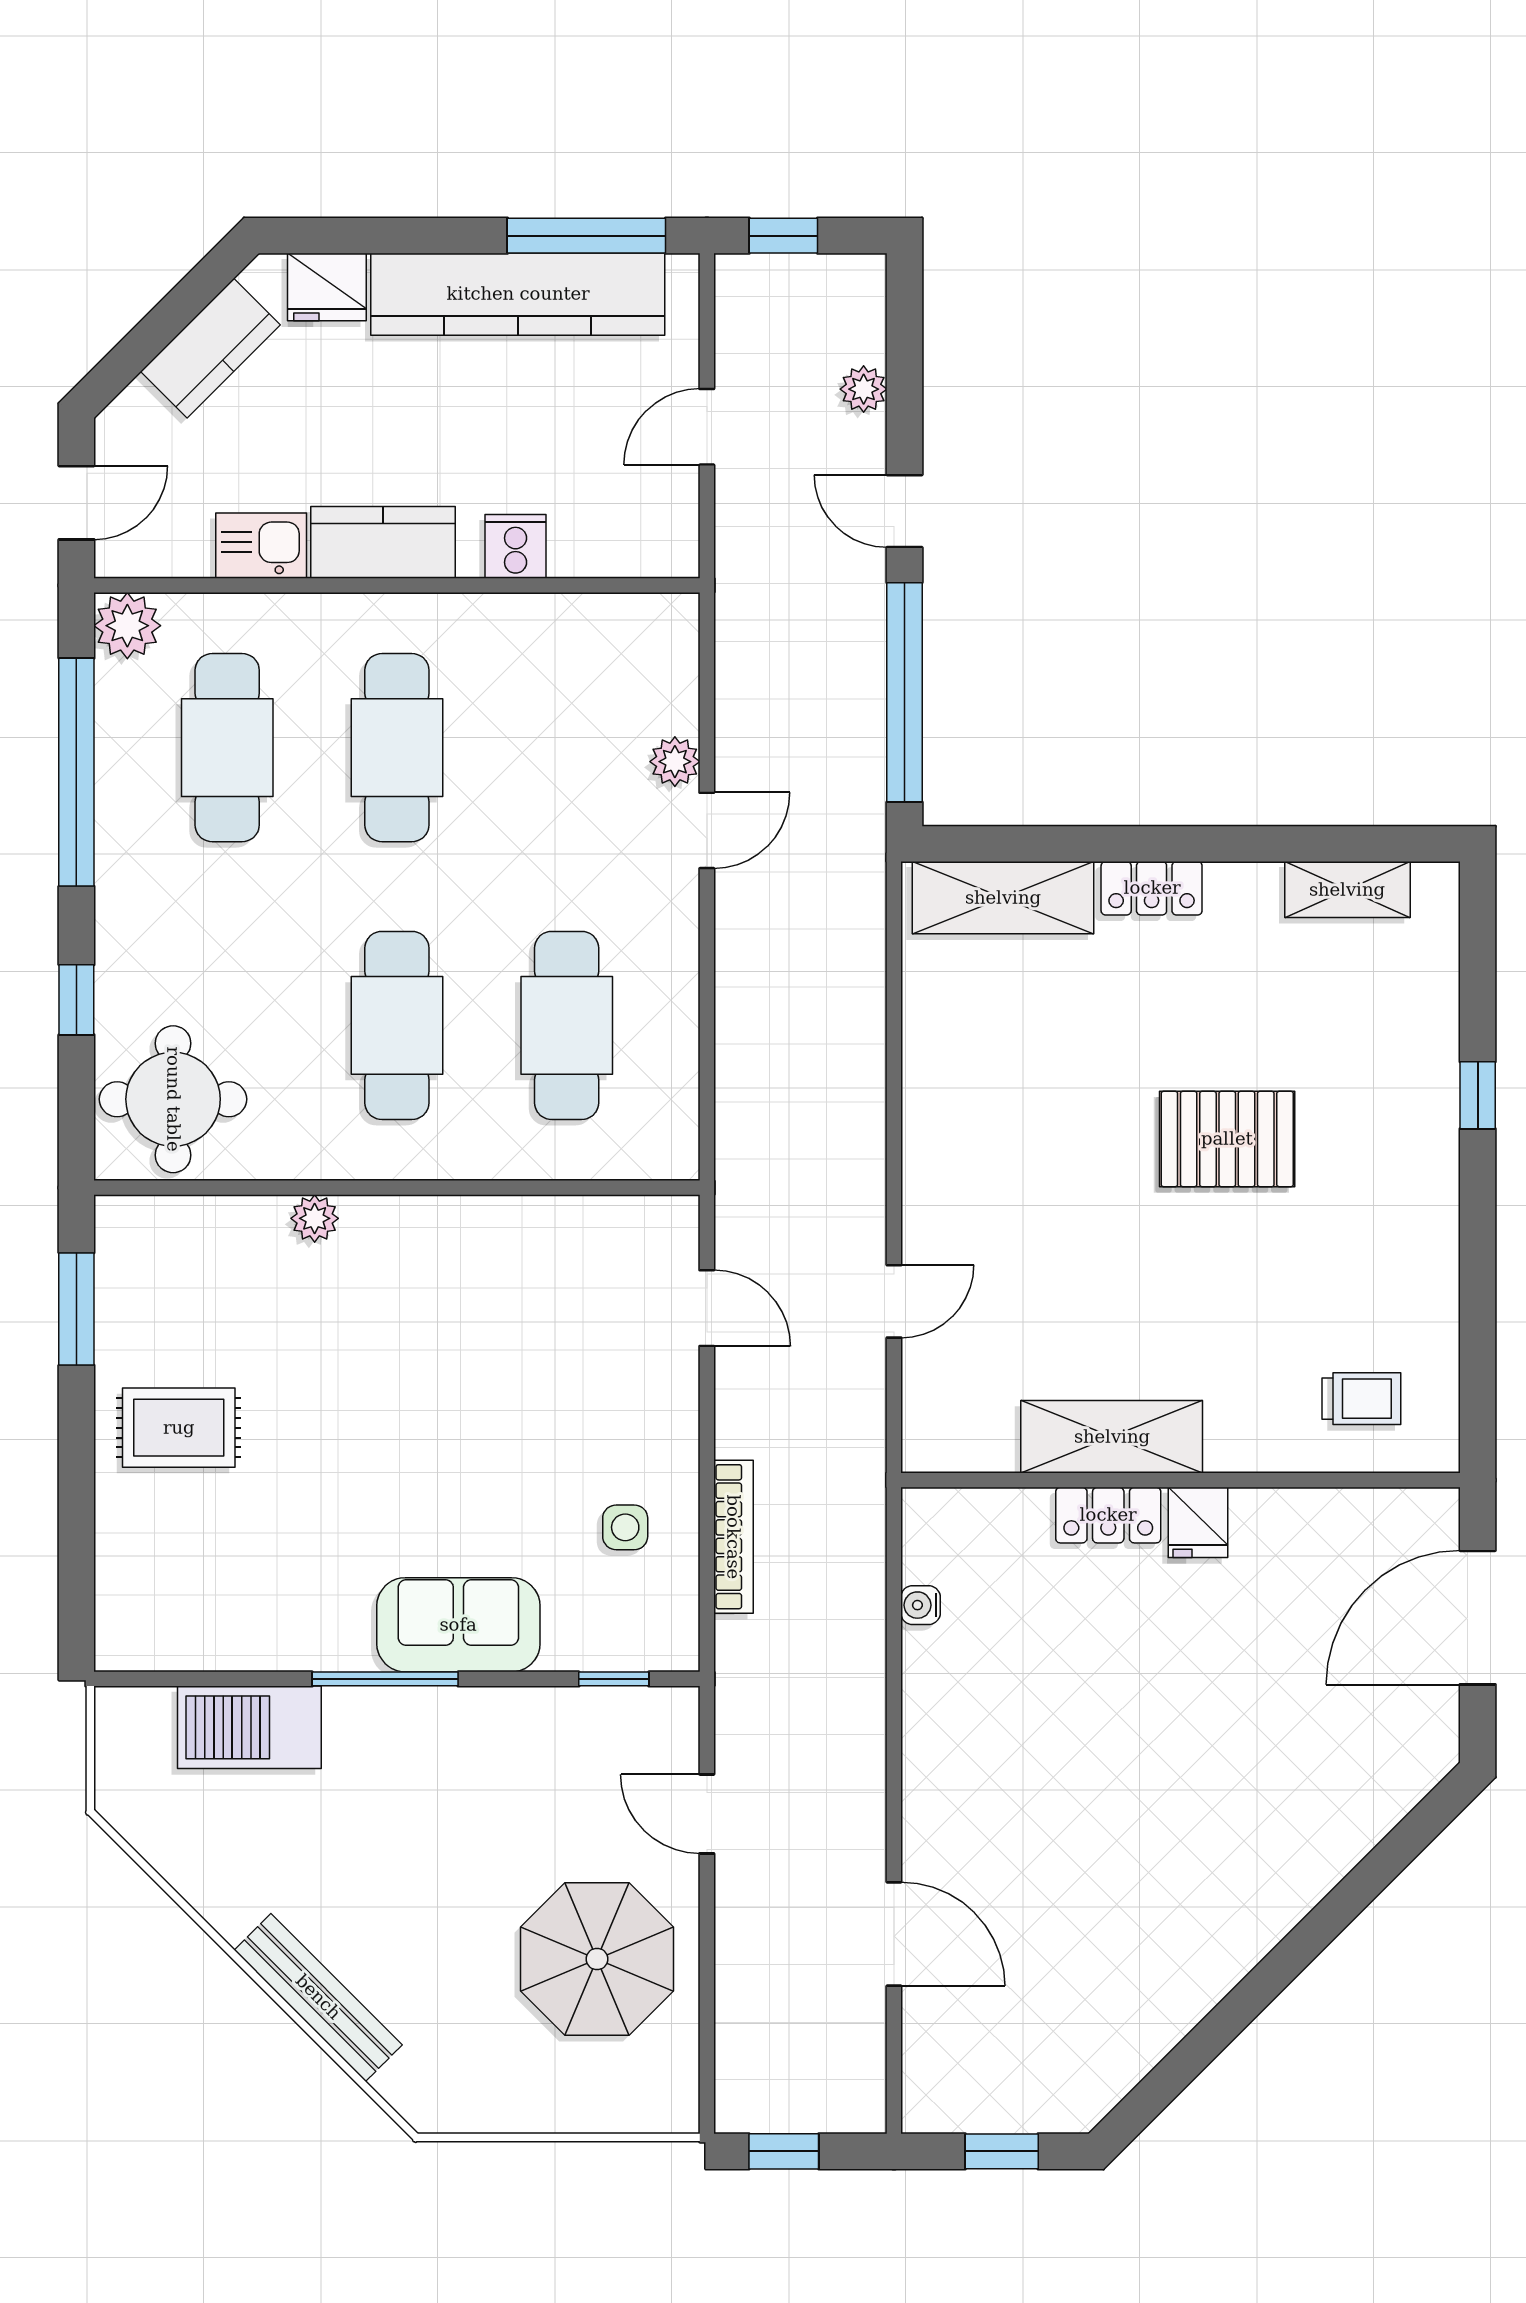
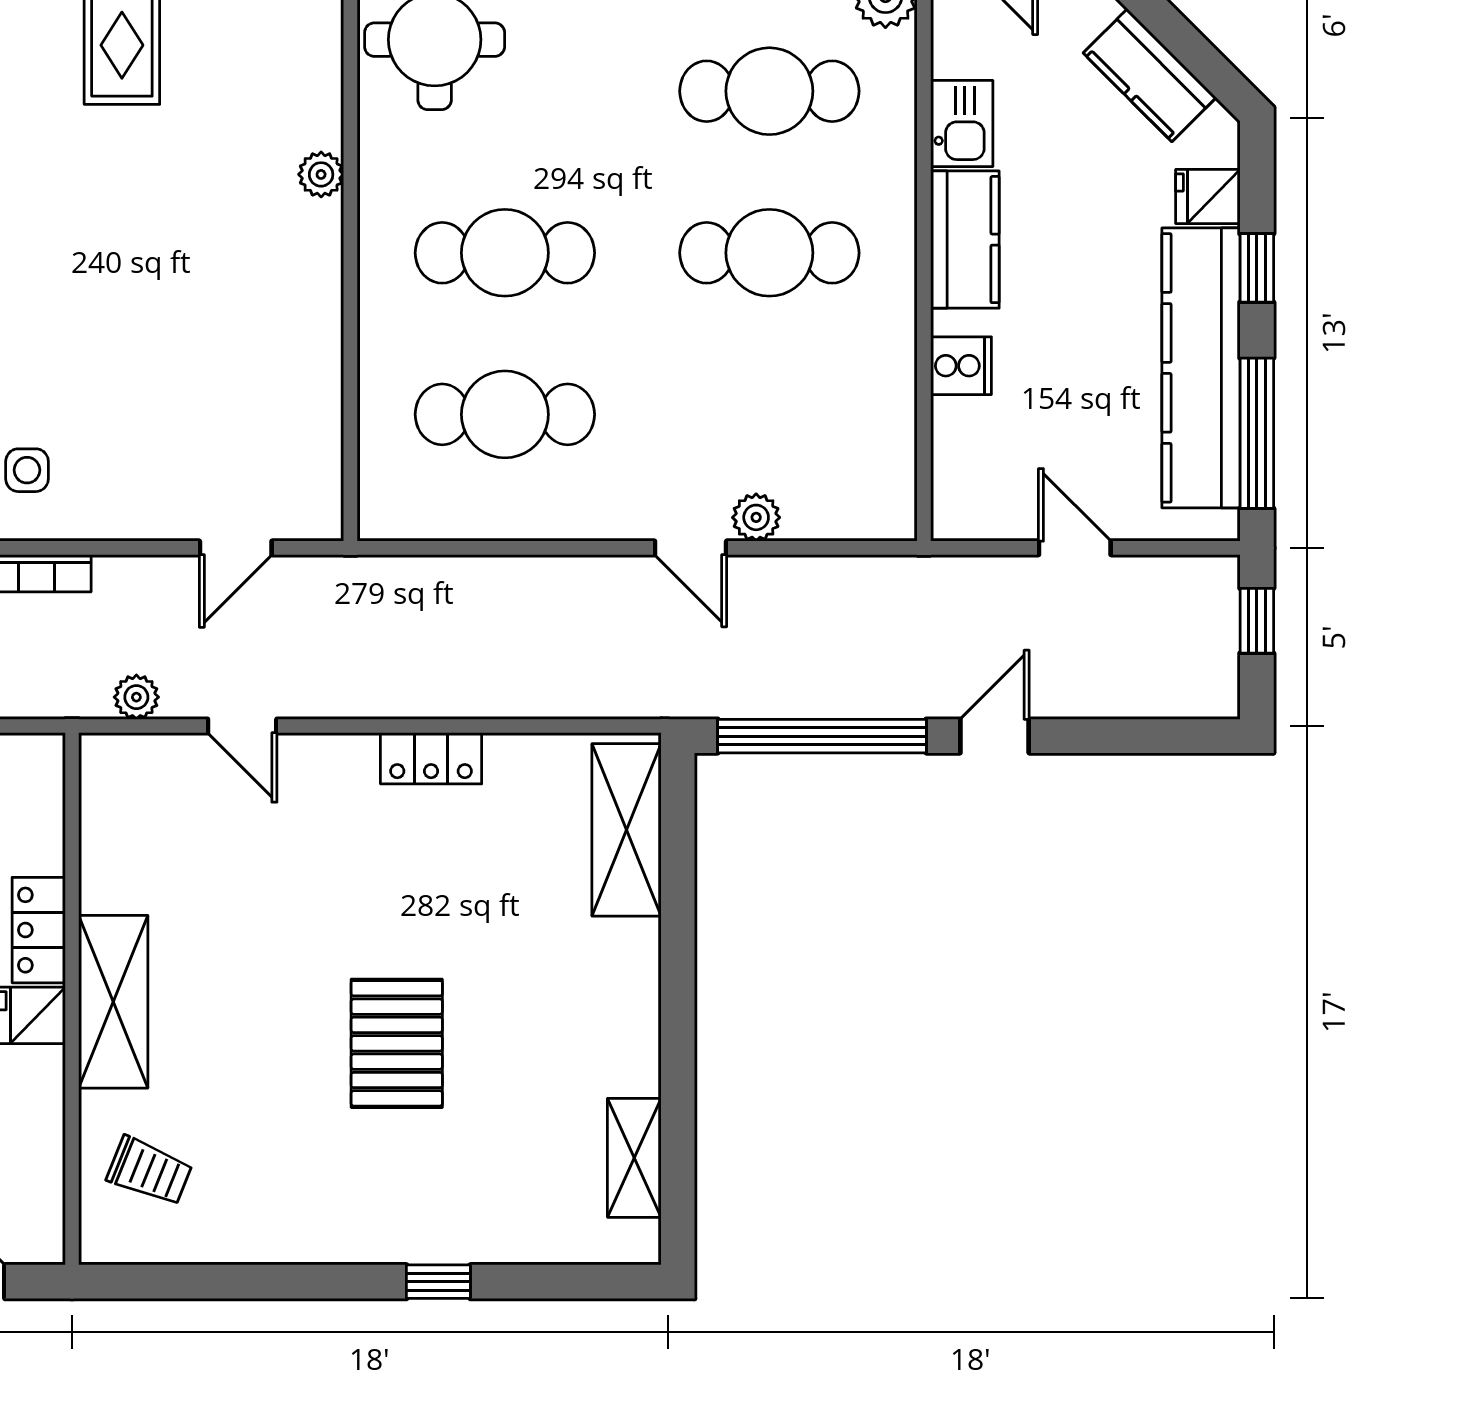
window: (413, 236) -> (1257, 268), added
fridge: (327, 287) -> (1208, 196), width x0.72
plant: (864, 389) -> (136, 697), moved
locker: (1152, 888) -> (431, 758), moved, turned -90
trolley: (1361, 1399) -> (149, 1171), turned -68
shelving: (1112, 1437) -> (113, 1002), moved

